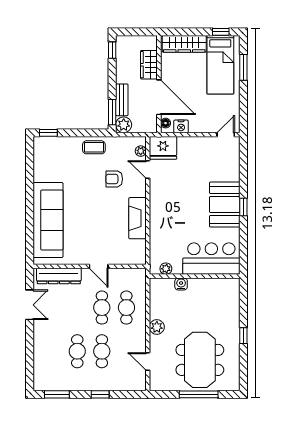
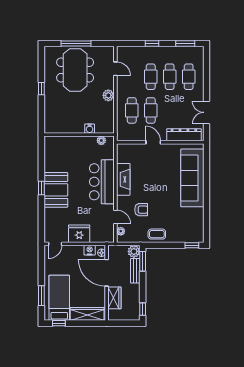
fridge: (163, 148) -> (79, 234), moved
bar counter: (211, 259) -> (102, 182), moved, turned 90
cafe table: (53, 351) -> (189, 77), added

